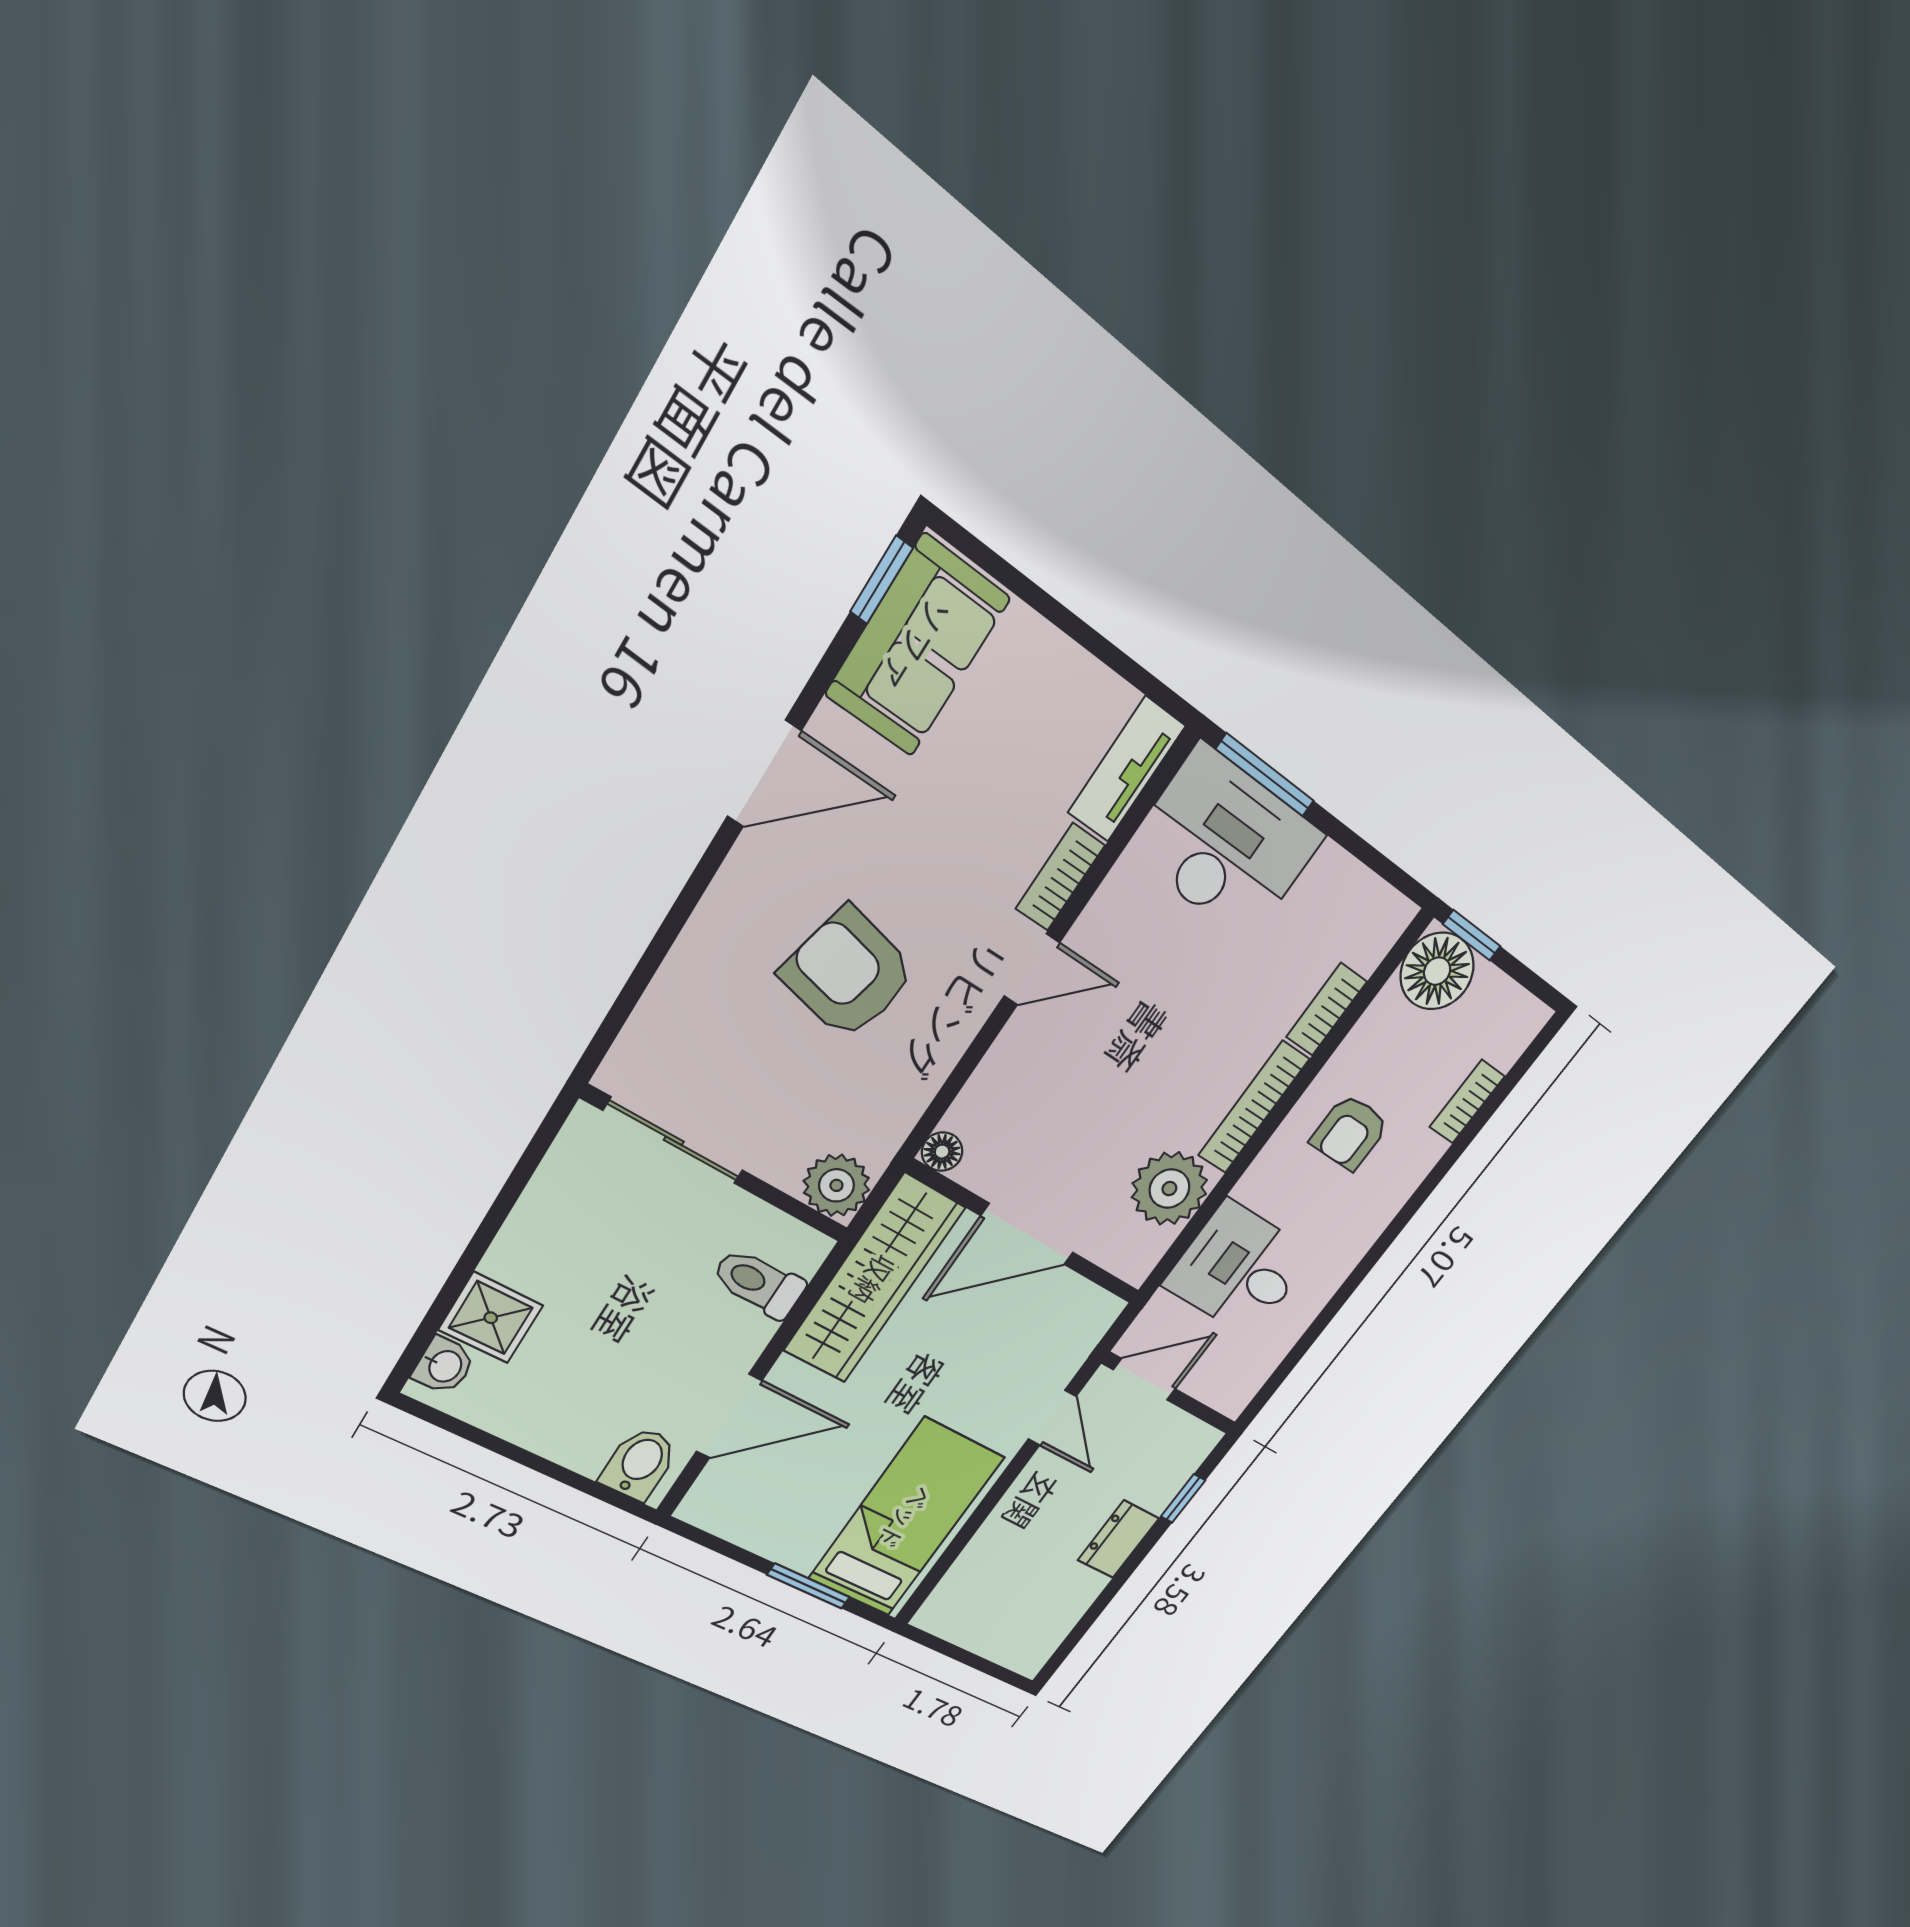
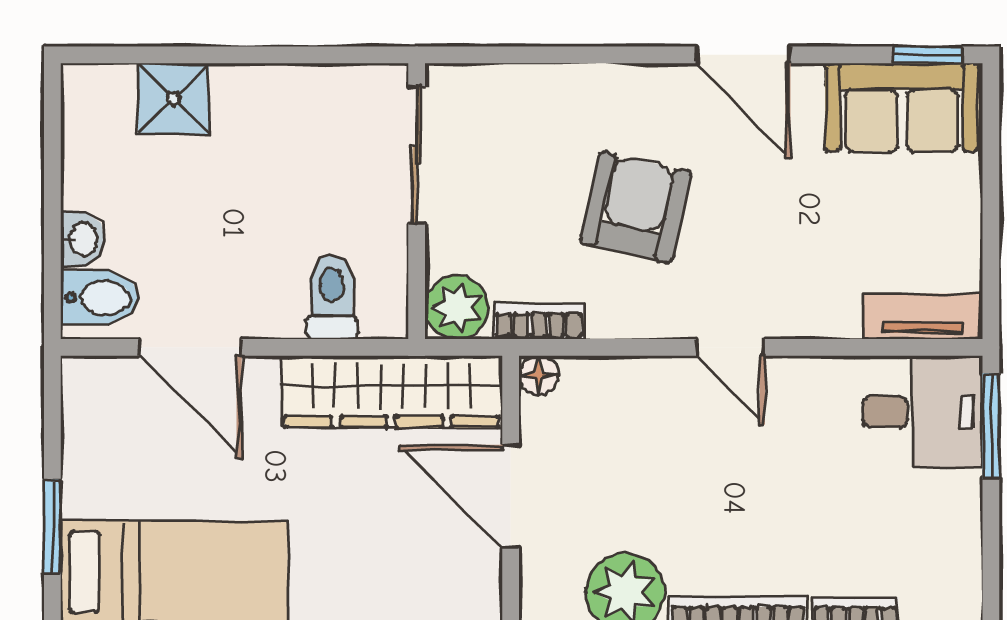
desk: (1225, 844) -> (922, 412), width x0.73
bookcase: (1060, 877) -> (539, 321), moved
washbasin: (444, 1366) -> (82, 239), moved, turned -90

